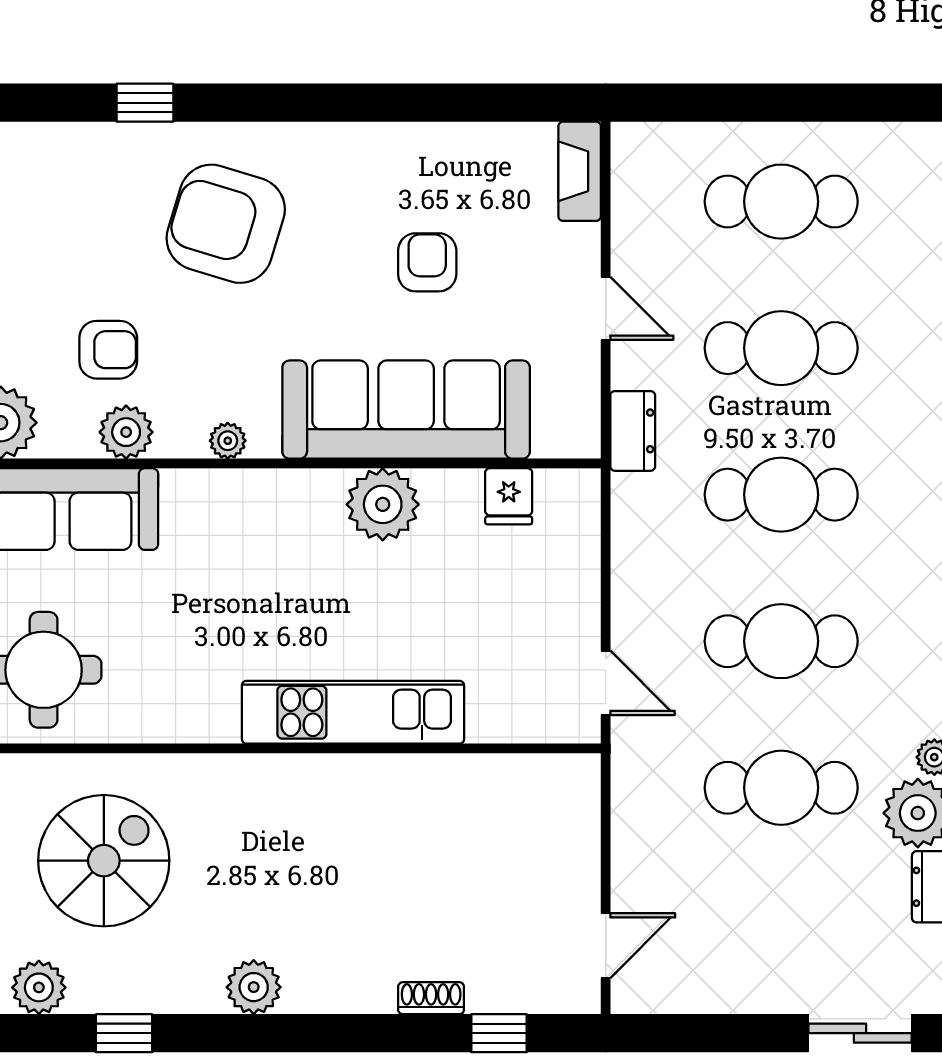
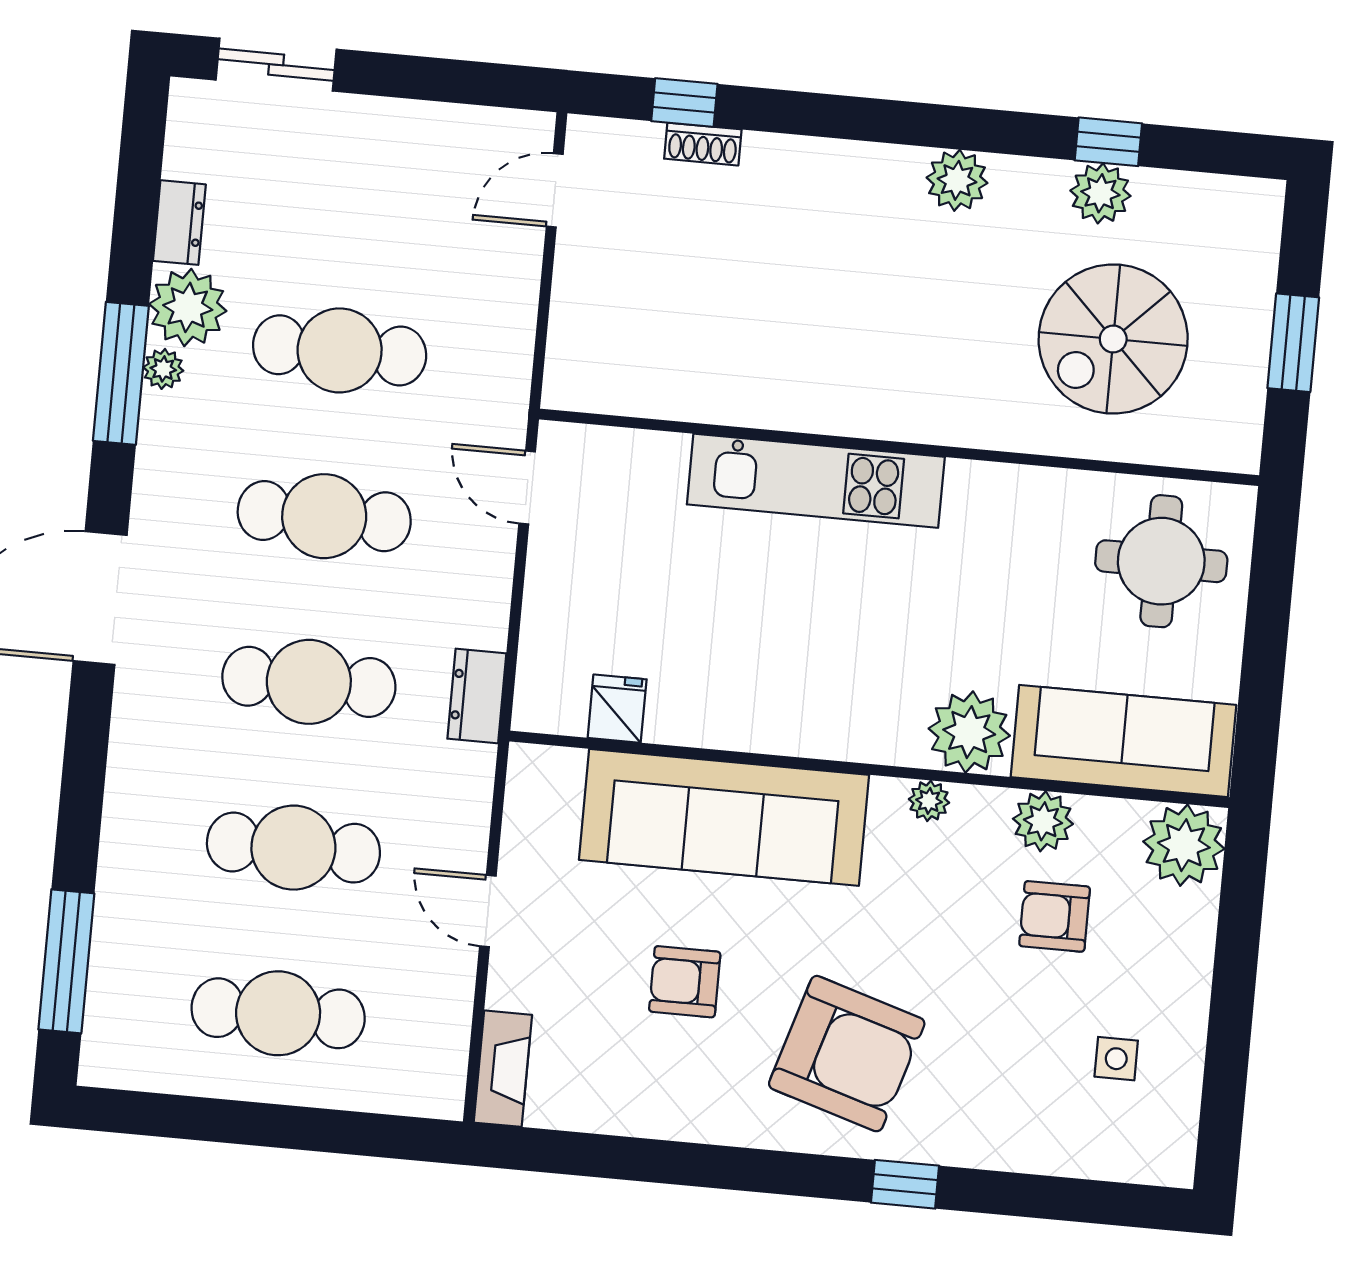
window: (145, 103) -> (905, 1184), moved
armchair: (226, 224) -> (847, 1054), moved
side table: (43, 230) -> (1116, 1059), added
armchair: (427, 262) -> (685, 982), turned 90
dresser: (633, 431) -> (477, 696), moved
plant: (383, 504) -> (969, 732), moved
plant: (39, 987) -> (1100, 193), moved
shoe rack: (431, 998) -> (703, 144), moved

